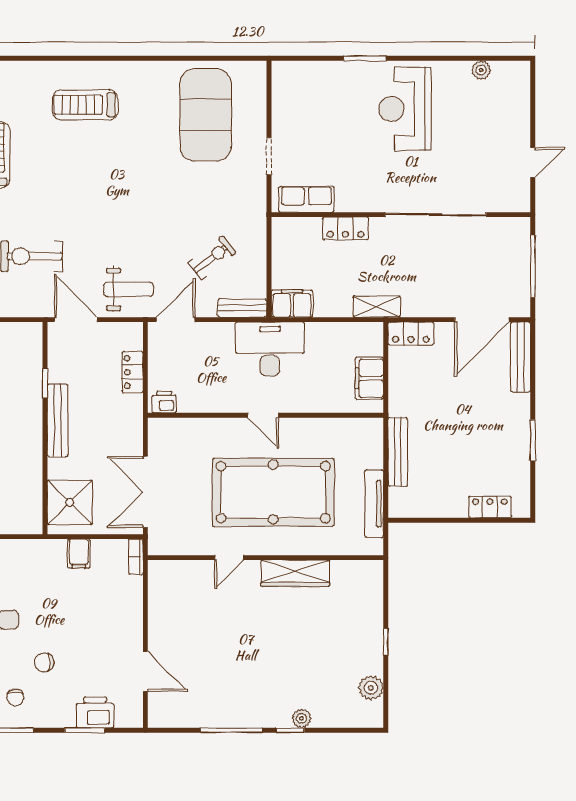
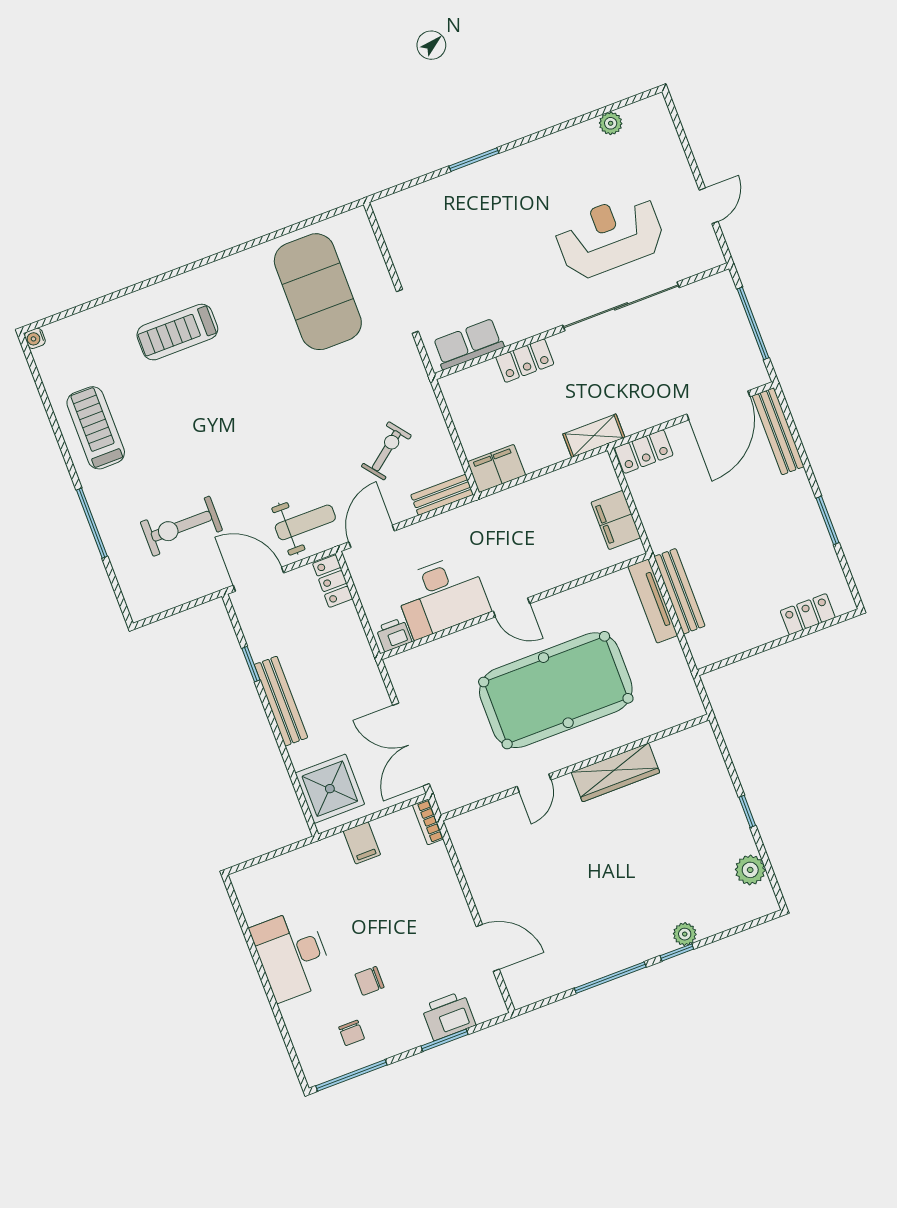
reception desk: (405, 109) -> (610, 236), moved, turned 90
desk: (270, 349) -> (442, 596), moved, turned 180
locker: (133, 372) -> (333, 581), moved
tv unit: (374, 504) -> (653, 601), moved

